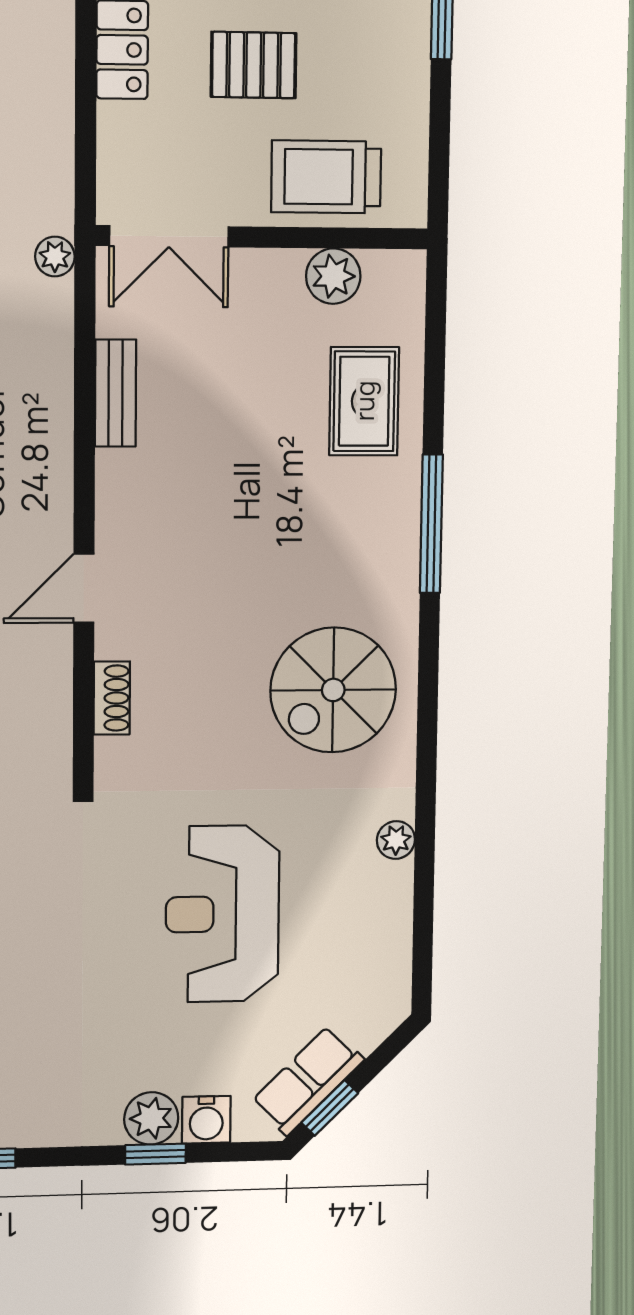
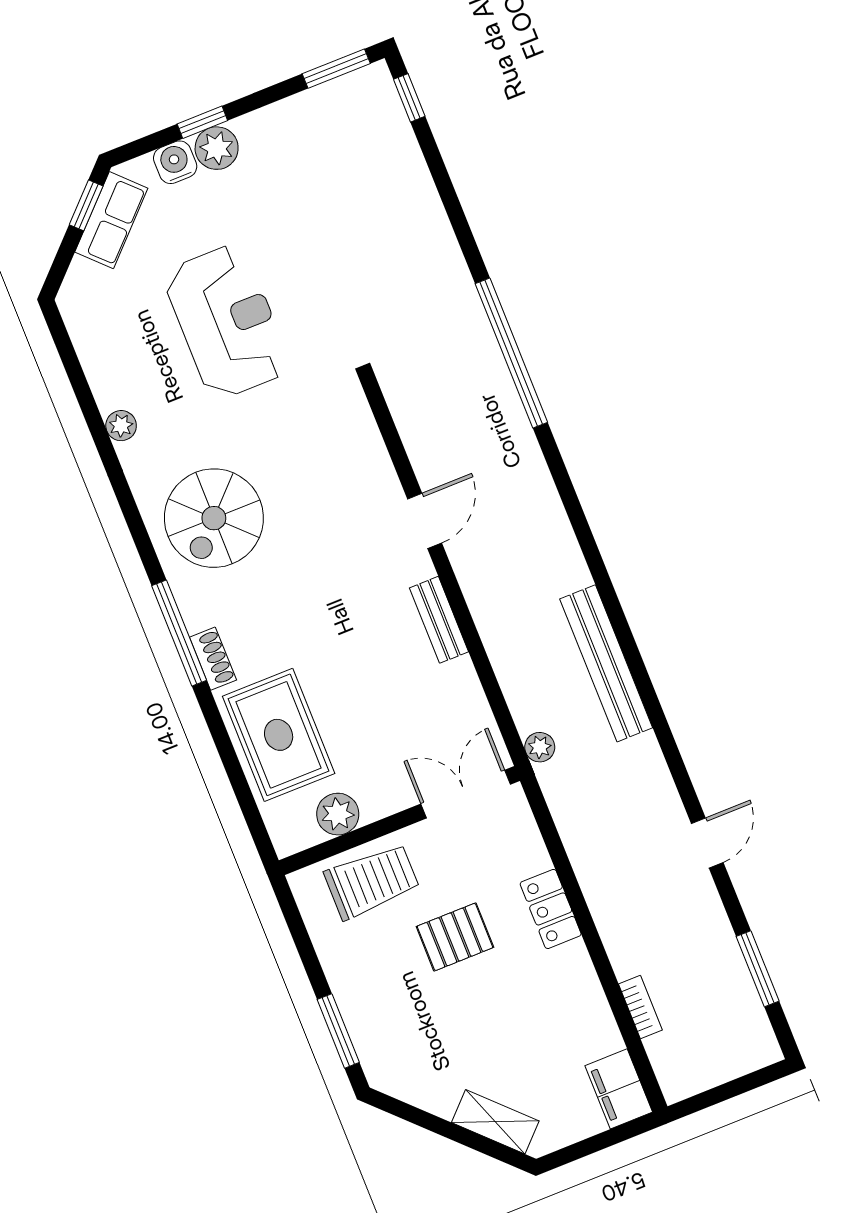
bench: (115, 393) -> (439, 620), moved
rug: (364, 401) -> (279, 735), width x1.36, depth x1.43
window: (431, 524) -> (179, 633), moved
spiral stairs: (333, 690) -> (214, 518), turned 180
shoe rack: (112, 698) -> (213, 659), moved, turned 180

